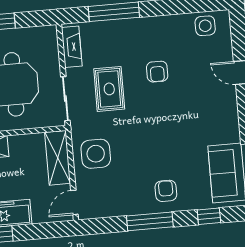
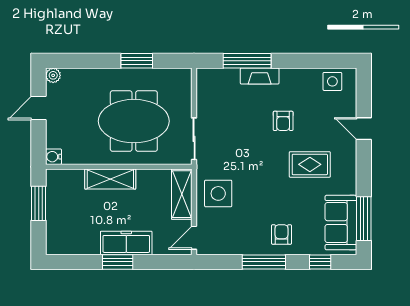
fireplace: (72, 47) -> (260, 76), moved, turned 90
rug: (109, 89) -> (310, 164), moved, turned 90

